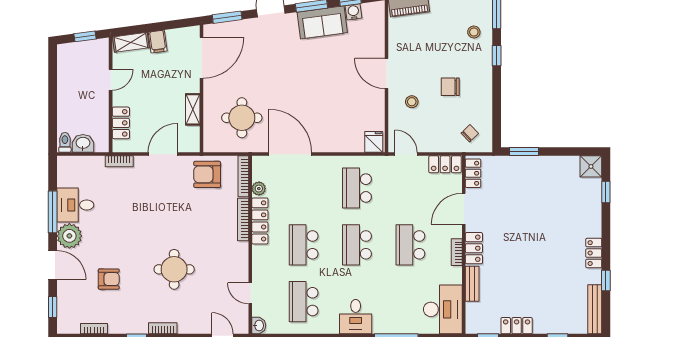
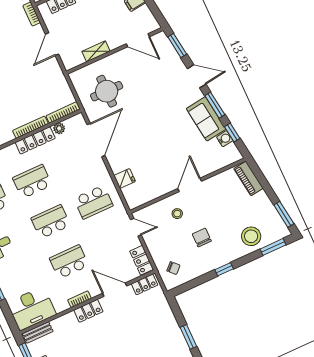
stool: (474, 32) -> (251, 236), width x1.89, depth x1.89
window: (497, 56) -> (224, 269), moved
door: (201, 58) -> (138, 40), width x0.73
fridge: (374, 142) -> (125, 178), moved
window: (524, 152) -> (188, 337), moved
door: (163, 154) -> (52, 44), swing flipped
door: (406, 154) -> (136, 227), hinge flipped
armchair: (207, 174) -> (52, 85), removed
school desk: (357, 188) -> (93, 202), turned 180
bench: (472, 284) -> (38, 332), moved

